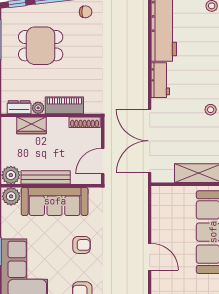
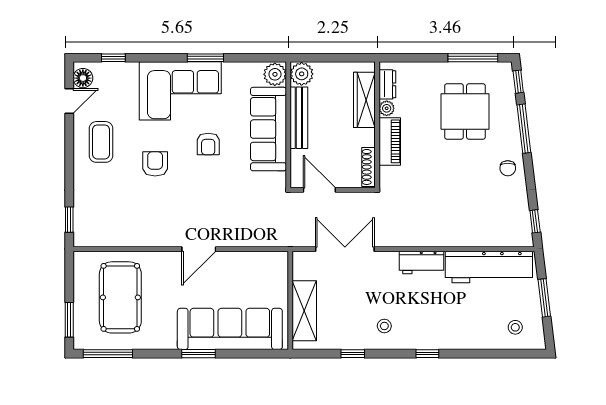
wardrobe: (31, 125) -> (364, 100), width x1.50
double door: (150, 141) -> (345, 249), width x0.73
armchair: (81, 245) -> (208, 144), moved

